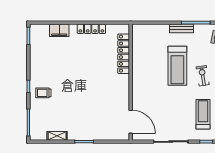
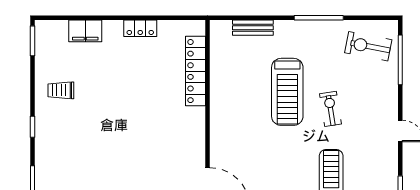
bench: (181, 28) -> (253, 28), moved
locker: (91, 29) -> (140, 28), width x0.66
trolley: (43, 93) -> (61, 90), moved

